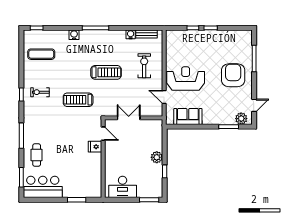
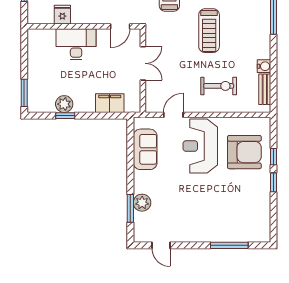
armchair: (233, 75) -> (244, 152), moved
reception desk: (186, 78) -> (200, 146), turned 180
plant: (241, 119) -> (142, 203), moved
filing cabinet: (156, 141) -> (110, 103), added
fridge: (95, 147) -> (62, 15), moved
plant: (157, 157) -> (64, 104), moved
desk: (123, 187) -> (76, 44), moved, turned 90

